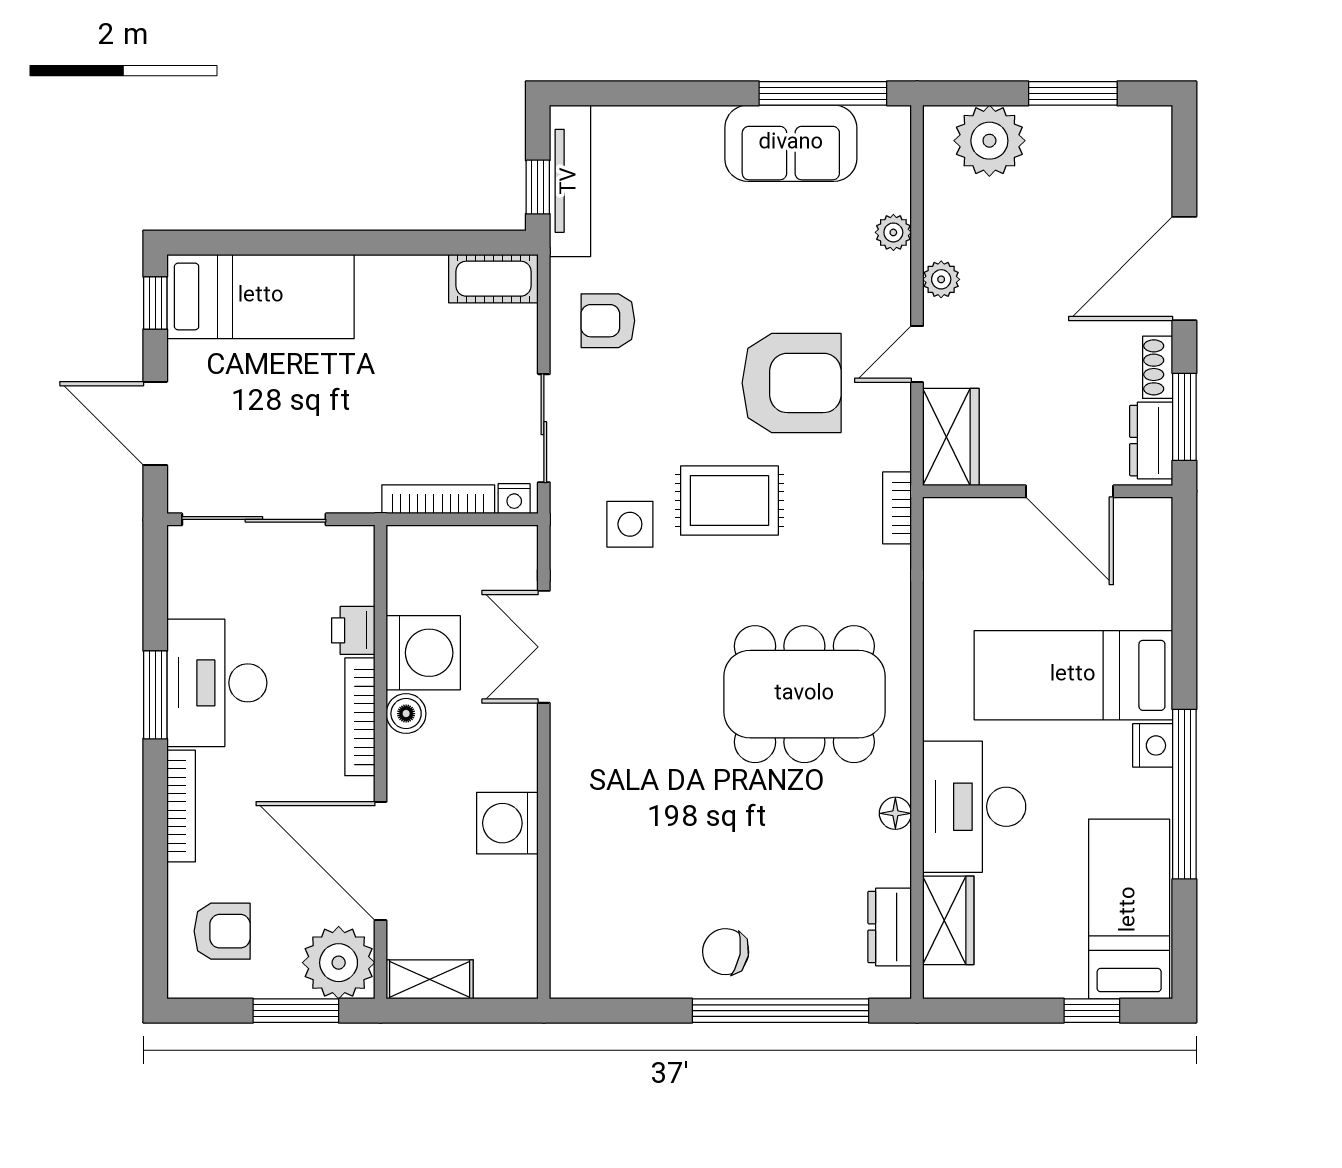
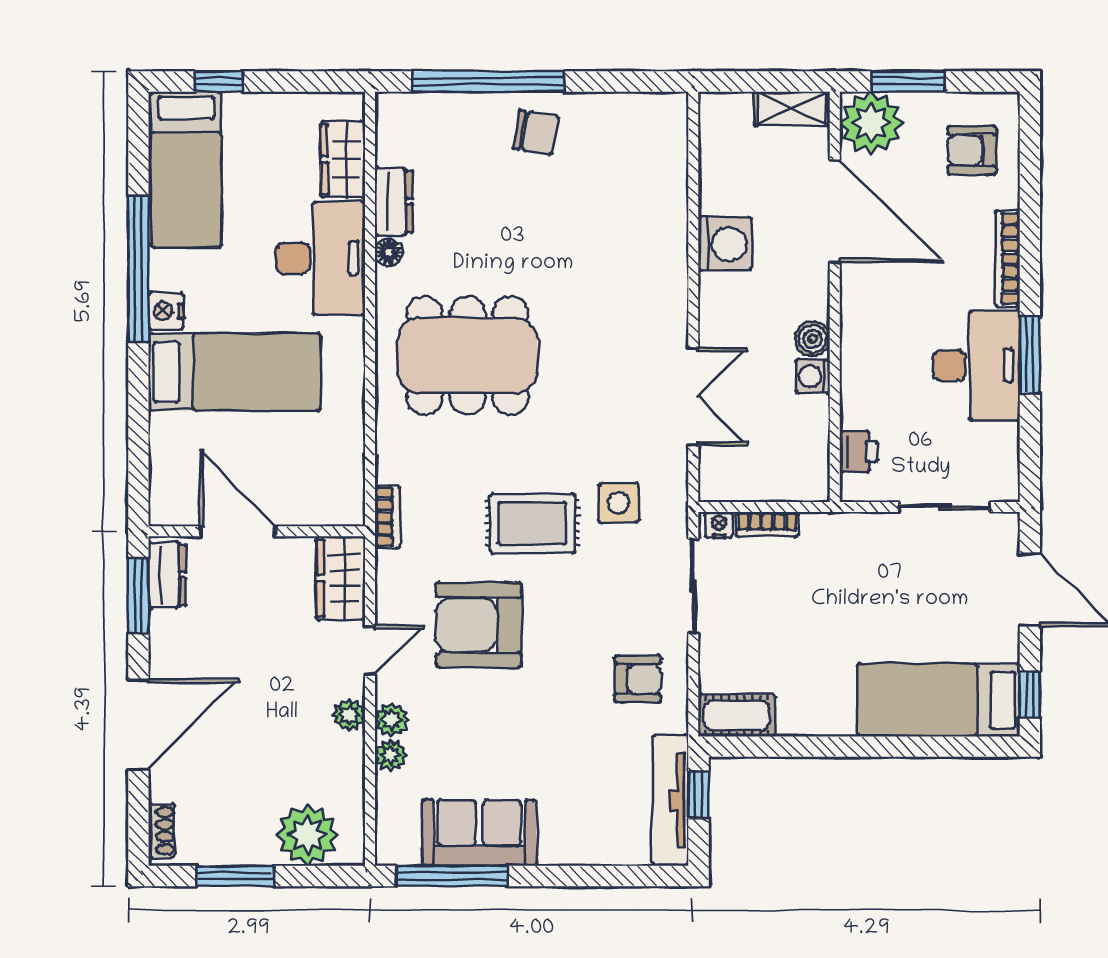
plant: (892, 274) -> (391, 720), added
shoe rack: (1158, 367) -> (162, 831), moved
bookcase: (438, 499) -> (767, 524), width x0.64
sliding door: (254, 519) -> (944, 507), width x0.73
printer: (353, 630) -> (858, 452), moved
washing machine: (423, 653) -> (813, 376), width x0.53, depth x0.53
bookcase: (360, 717) -> (853, 336), removed
dresser: (890, 927) -> (394, 202), moved

